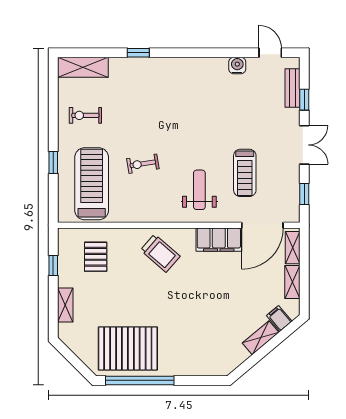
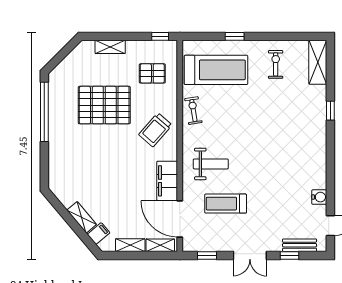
exercise bike: (143, 164) -> (193, 111), moved
window: (53, 265) -> (160, 36), moved
pallet: (128, 348) -> (104, 105), moved, turned 90

